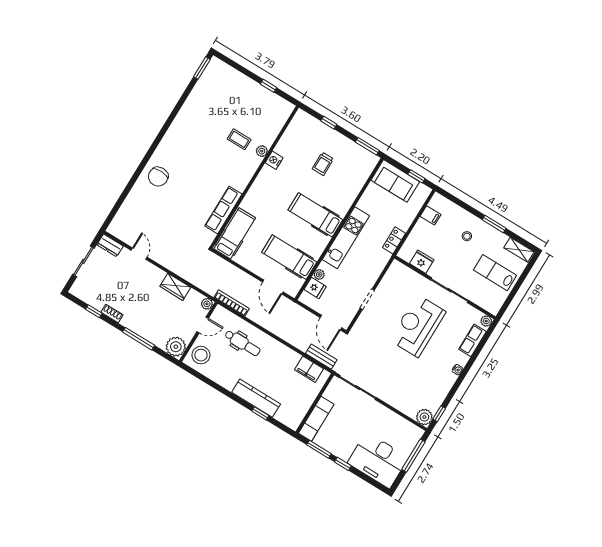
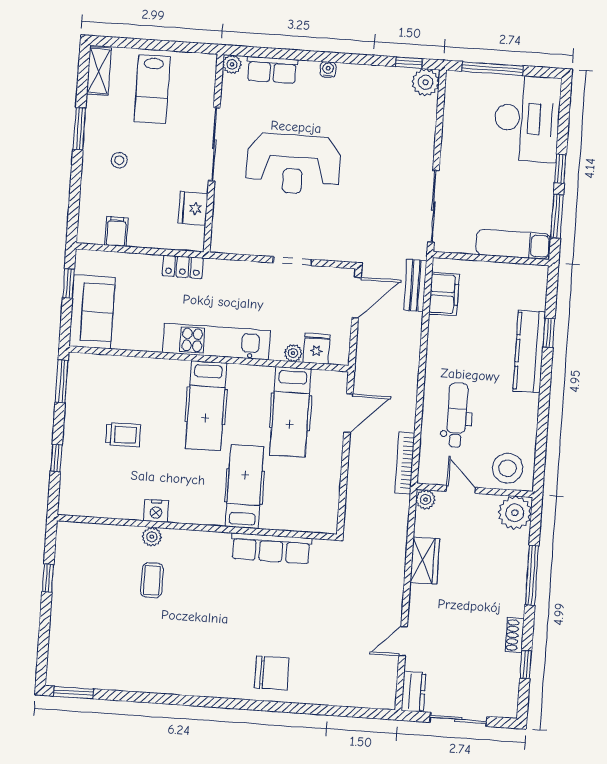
hospital bed: (235, 233) -> (244, 487), moved, turned 90

